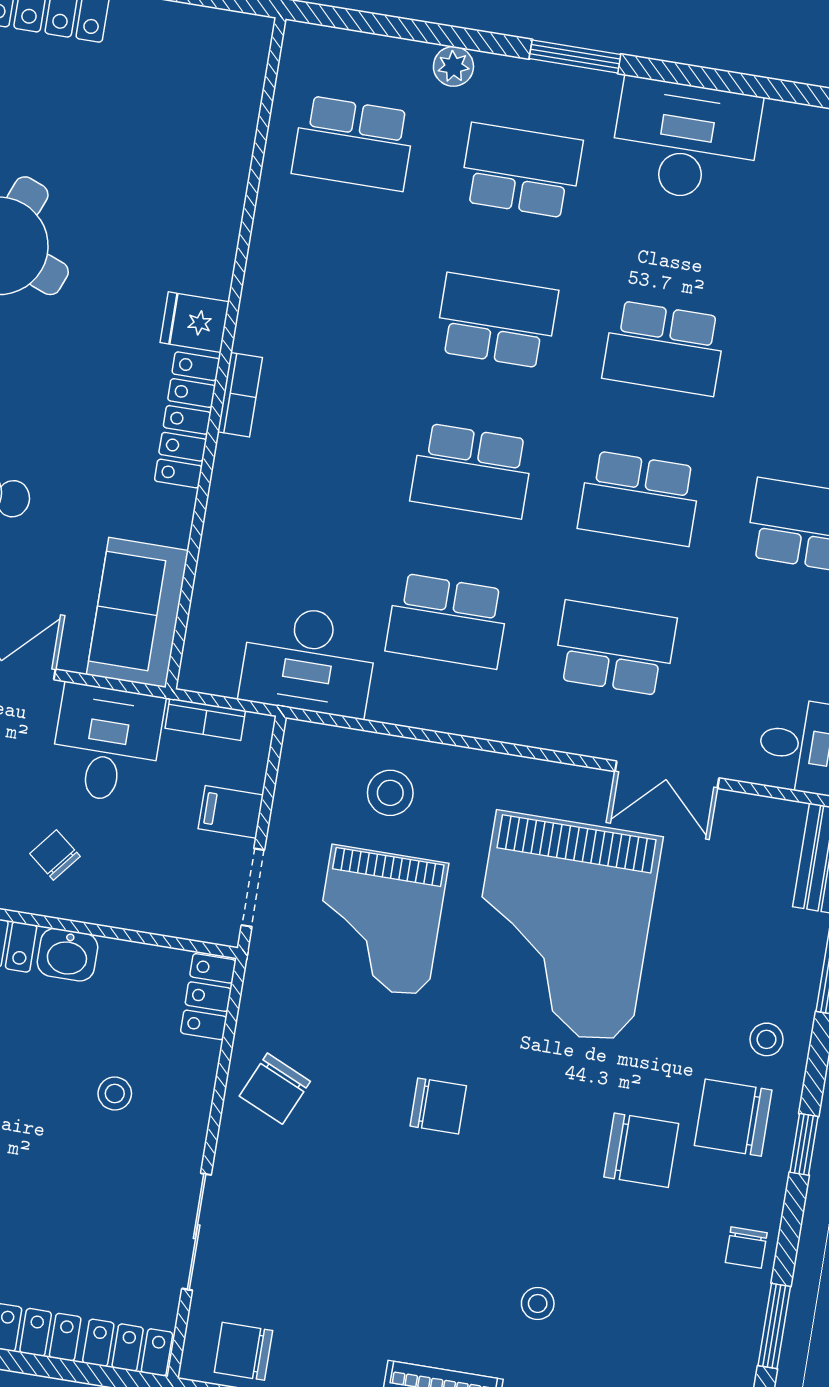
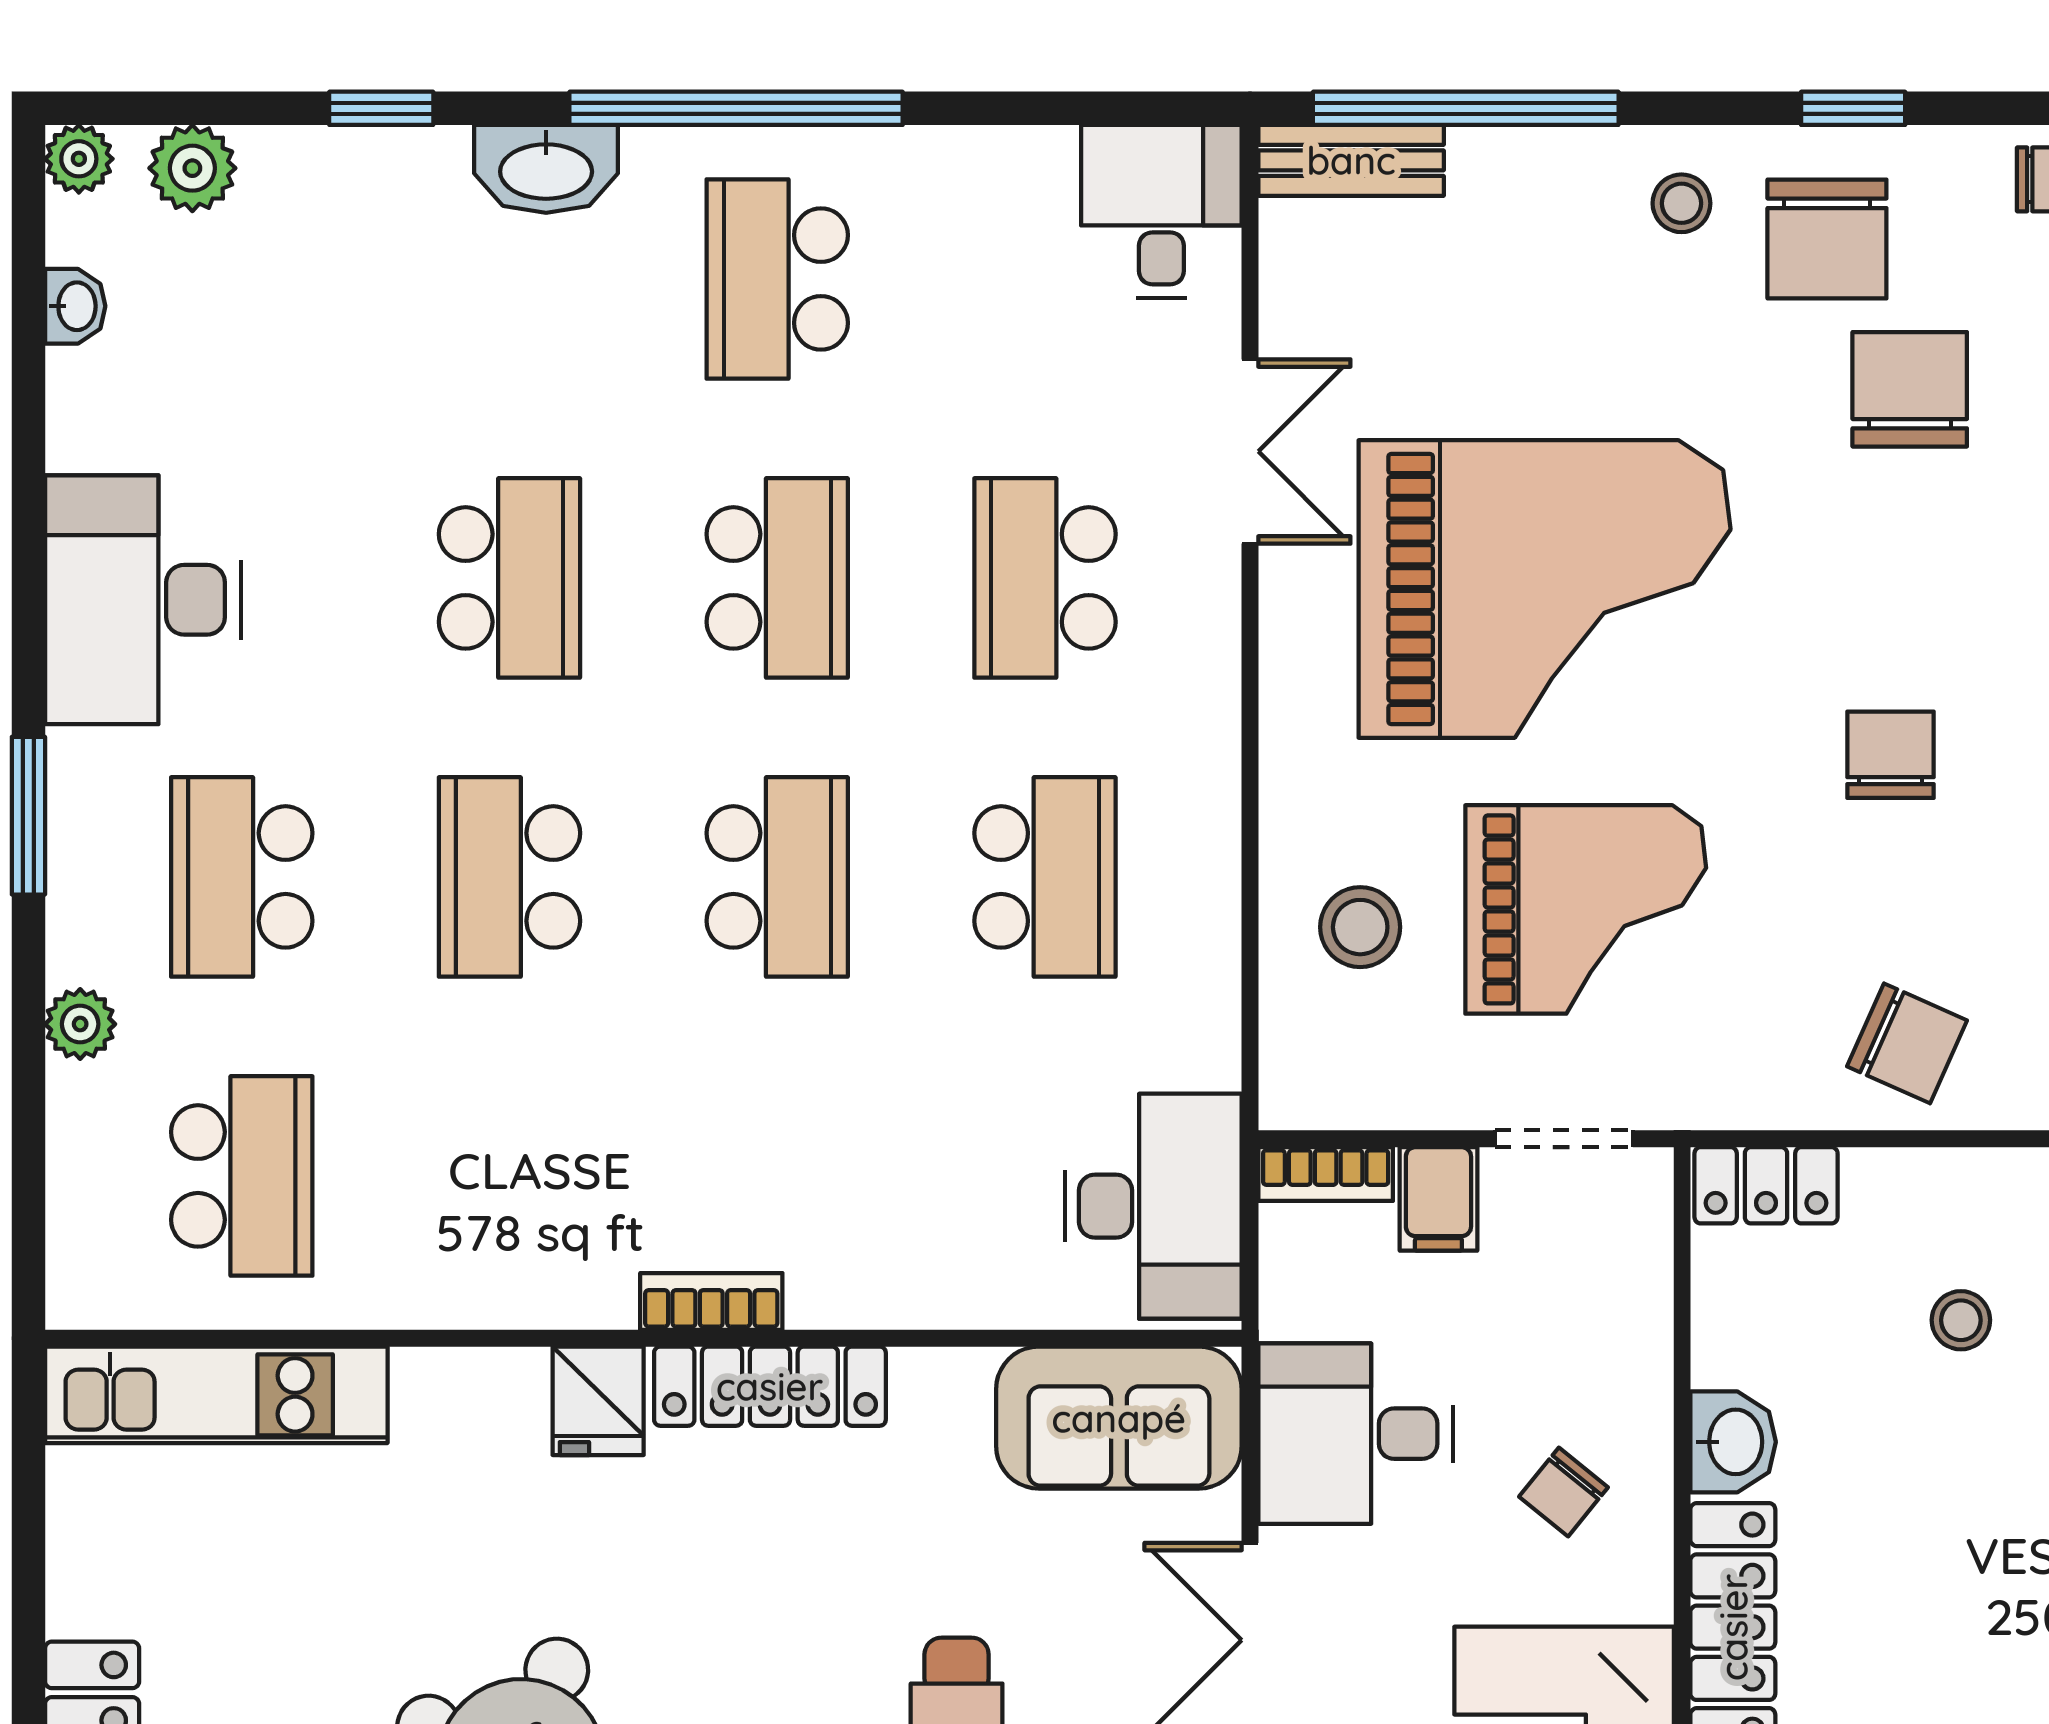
kitchen unit: (233, 109) -> (216, 1395), added
desk: (309, 660) -> (1153, 1206), moved
bookcase: (205, 719) -> (1326, 1174), moved, turned 90

